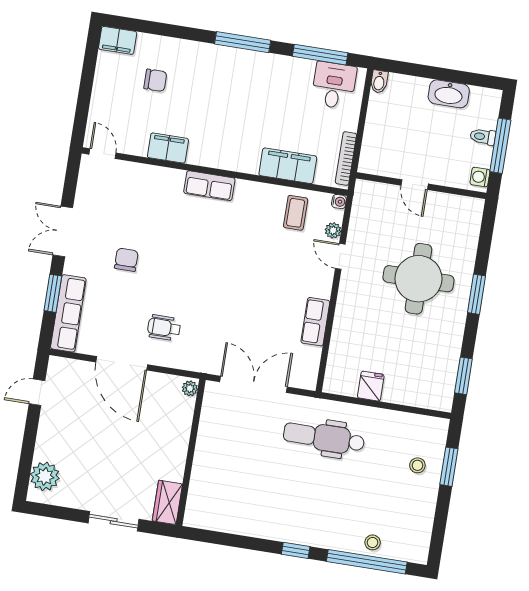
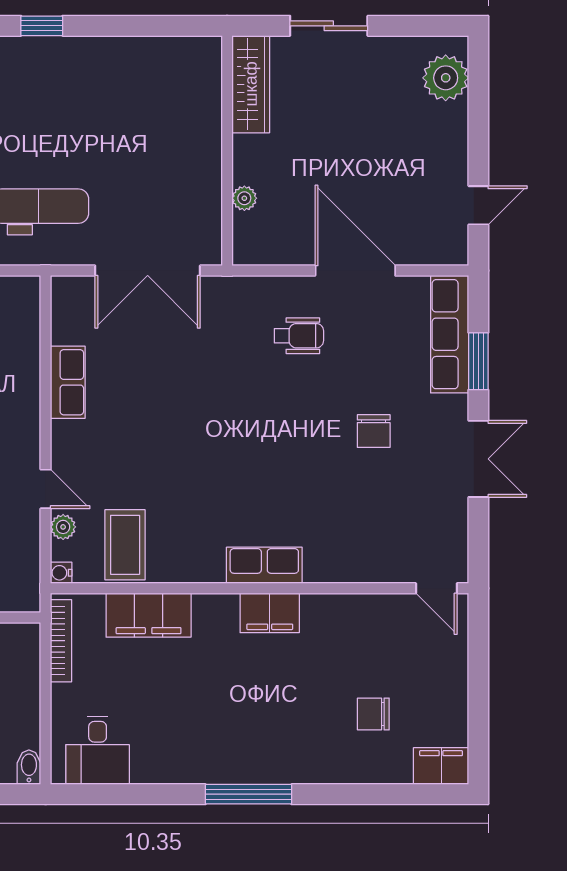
window: (320, 55) -> (126, 794), removed
filing cabinet: (168, 148) -> (270, 613), moved
coffee table: (296, 213) -> (125, 545), width x1.36, depth x1.30
plant: (190, 388) -> (244, 198), moved
wardrobe: (167, 502) -> (251, 84), width x1.50

